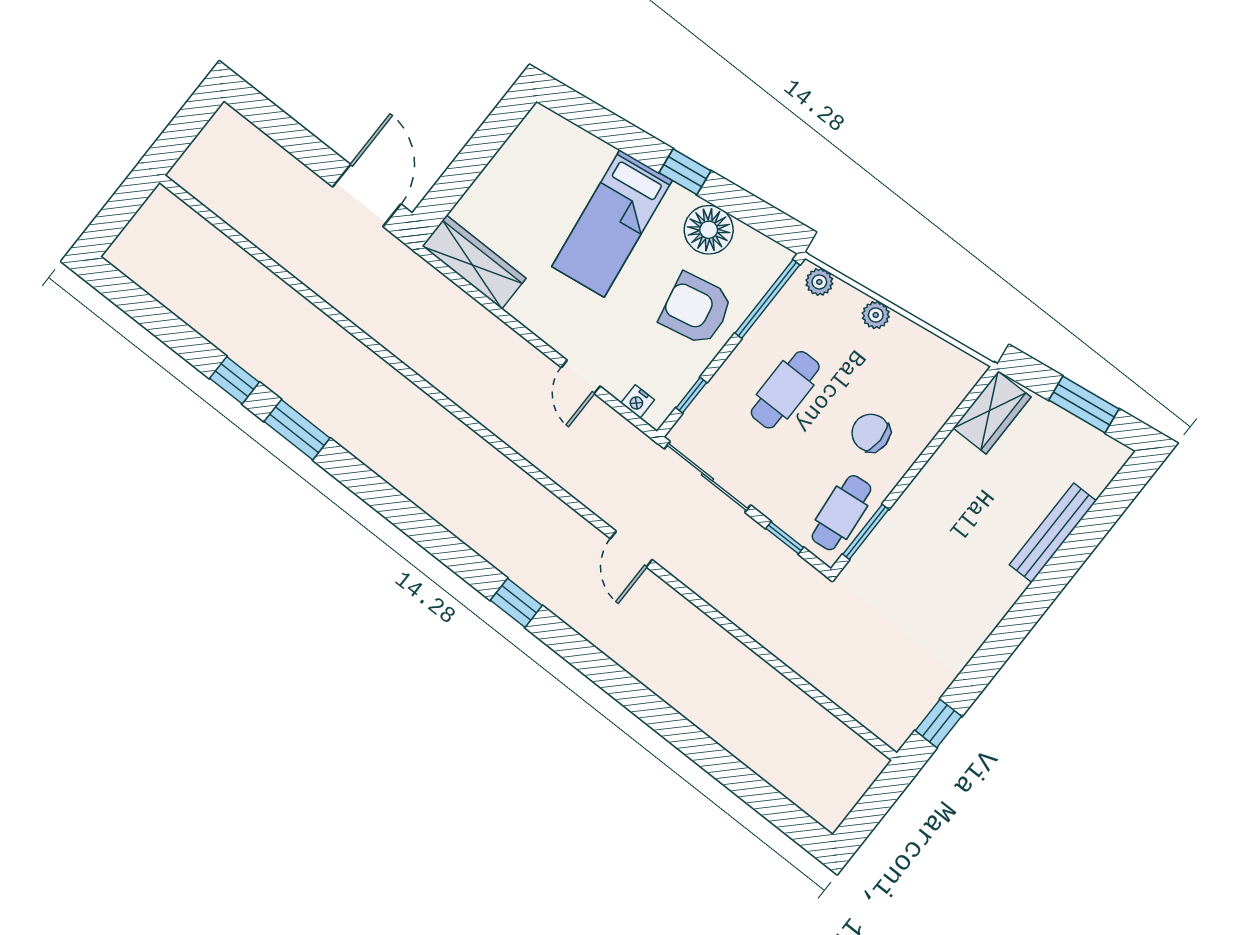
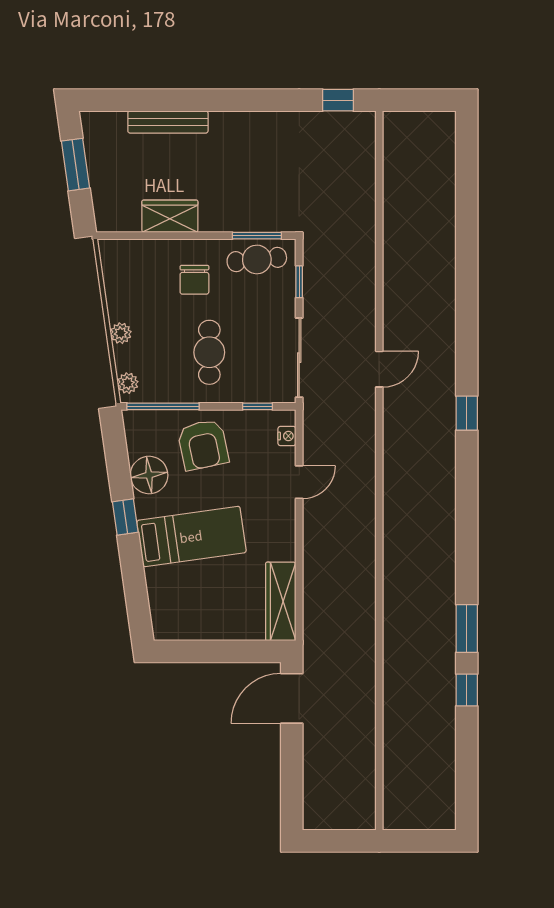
cafe table: (785, 390) -> (209, 352), turned 90
wardrobe: (992, 413) -> (170, 216), moved

